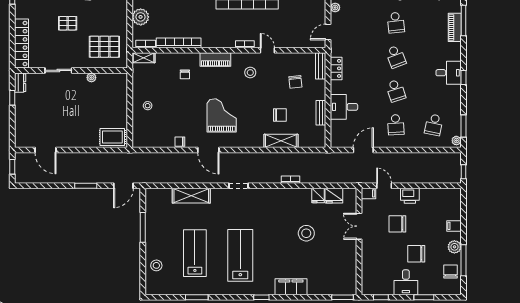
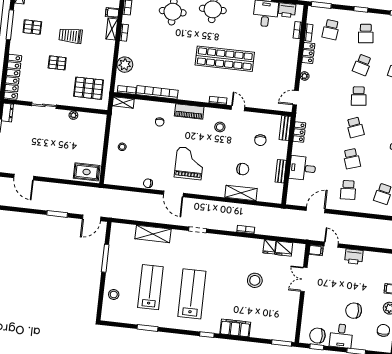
chair: (397, 224) -> (317, 336), moved

